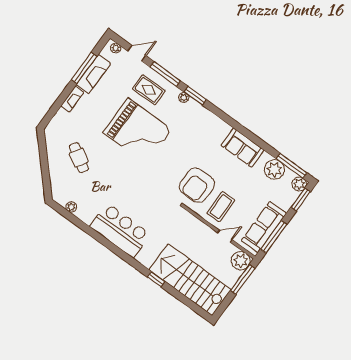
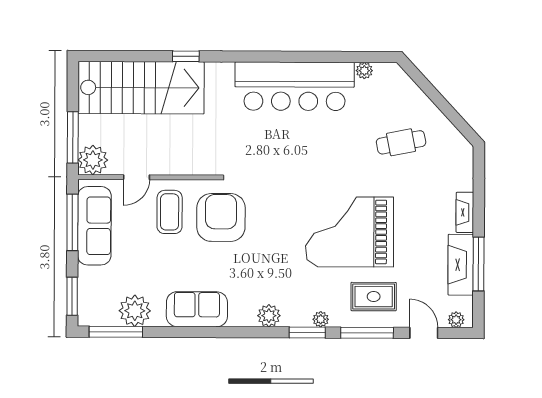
door: (137, 53) -> (424, 333), swing flipped
cafe table: (79, 158) -> (401, 142), turned -43
plant: (299, 184) -> (269, 316), moved
bar counter: (120, 230) -> (295, 86), width x1.36

